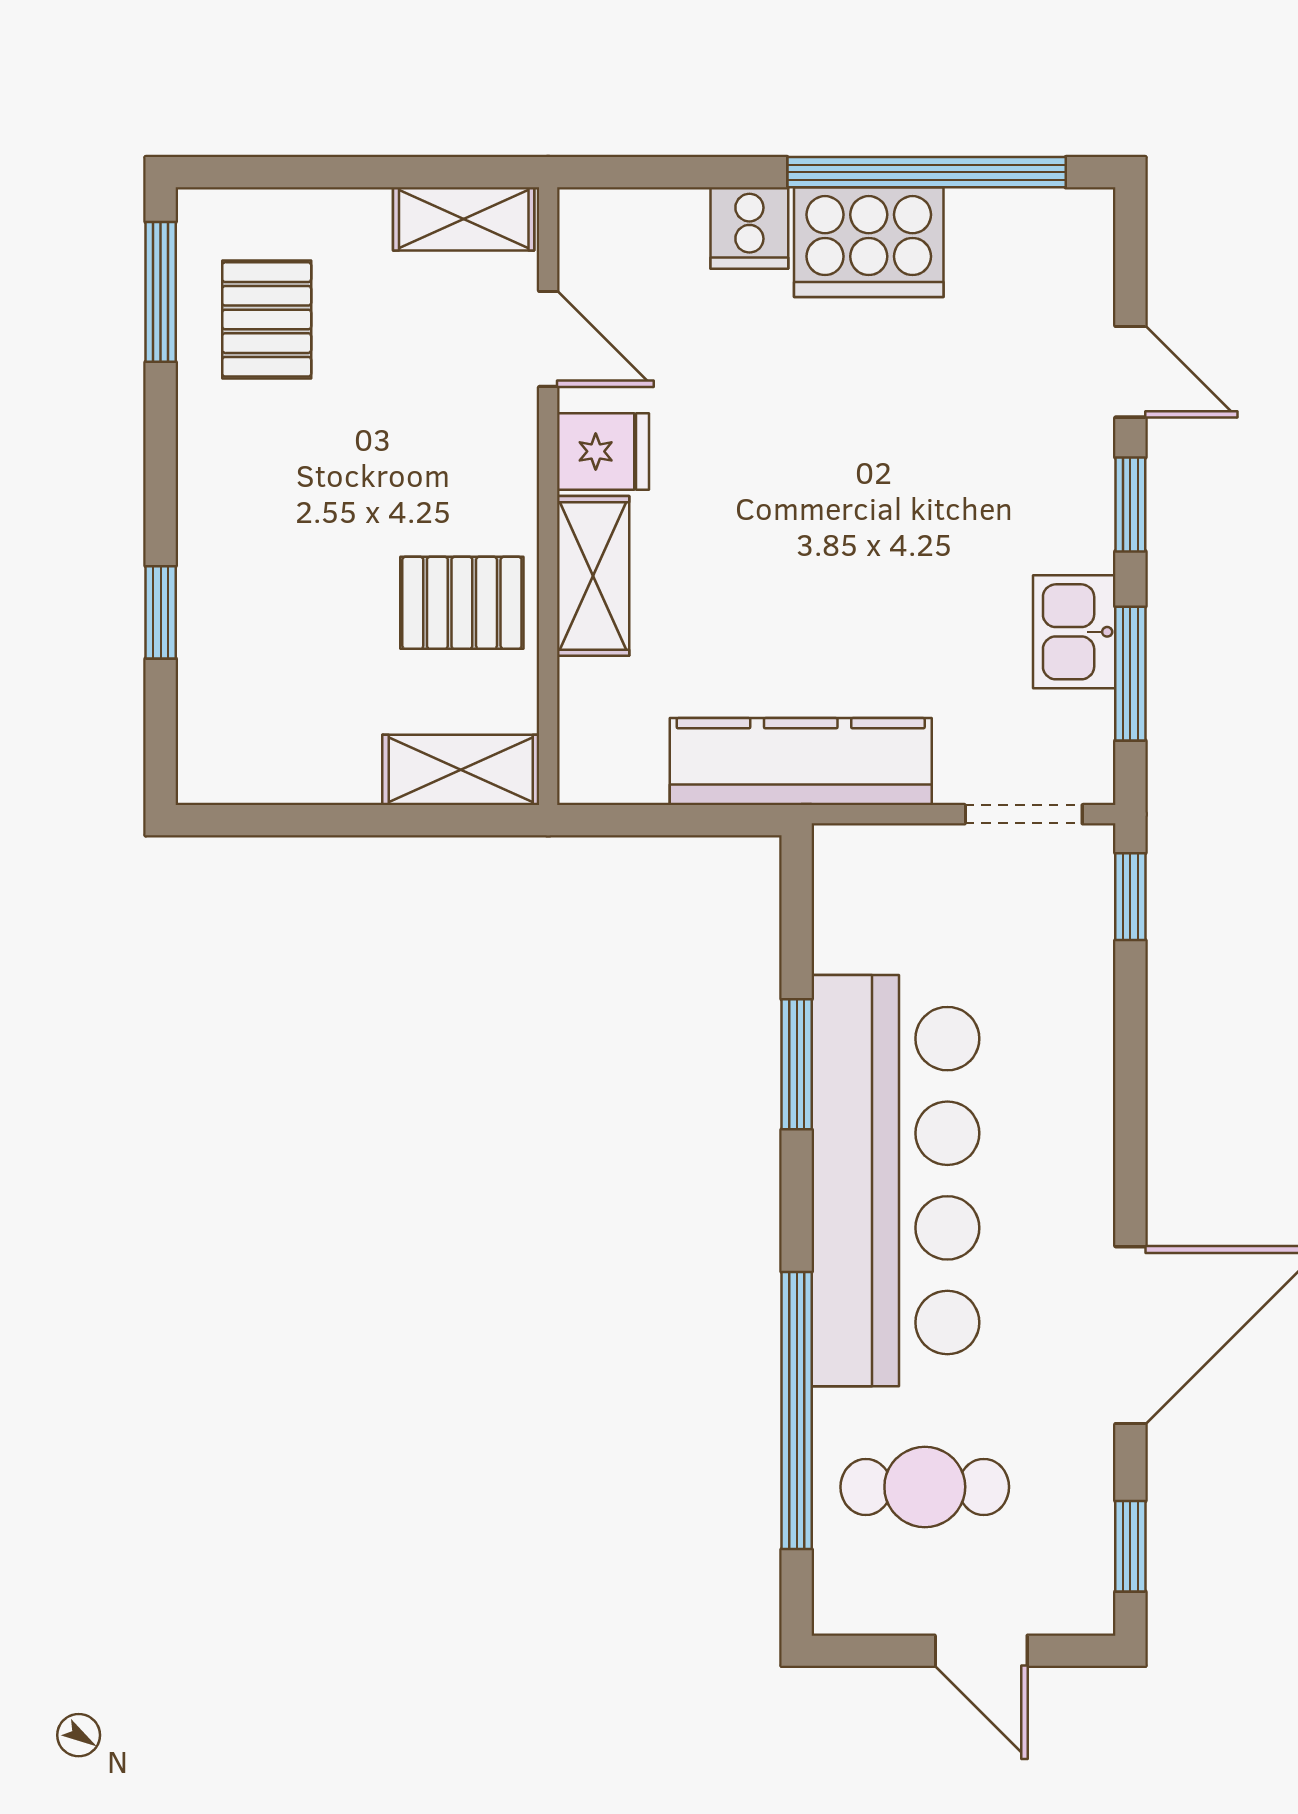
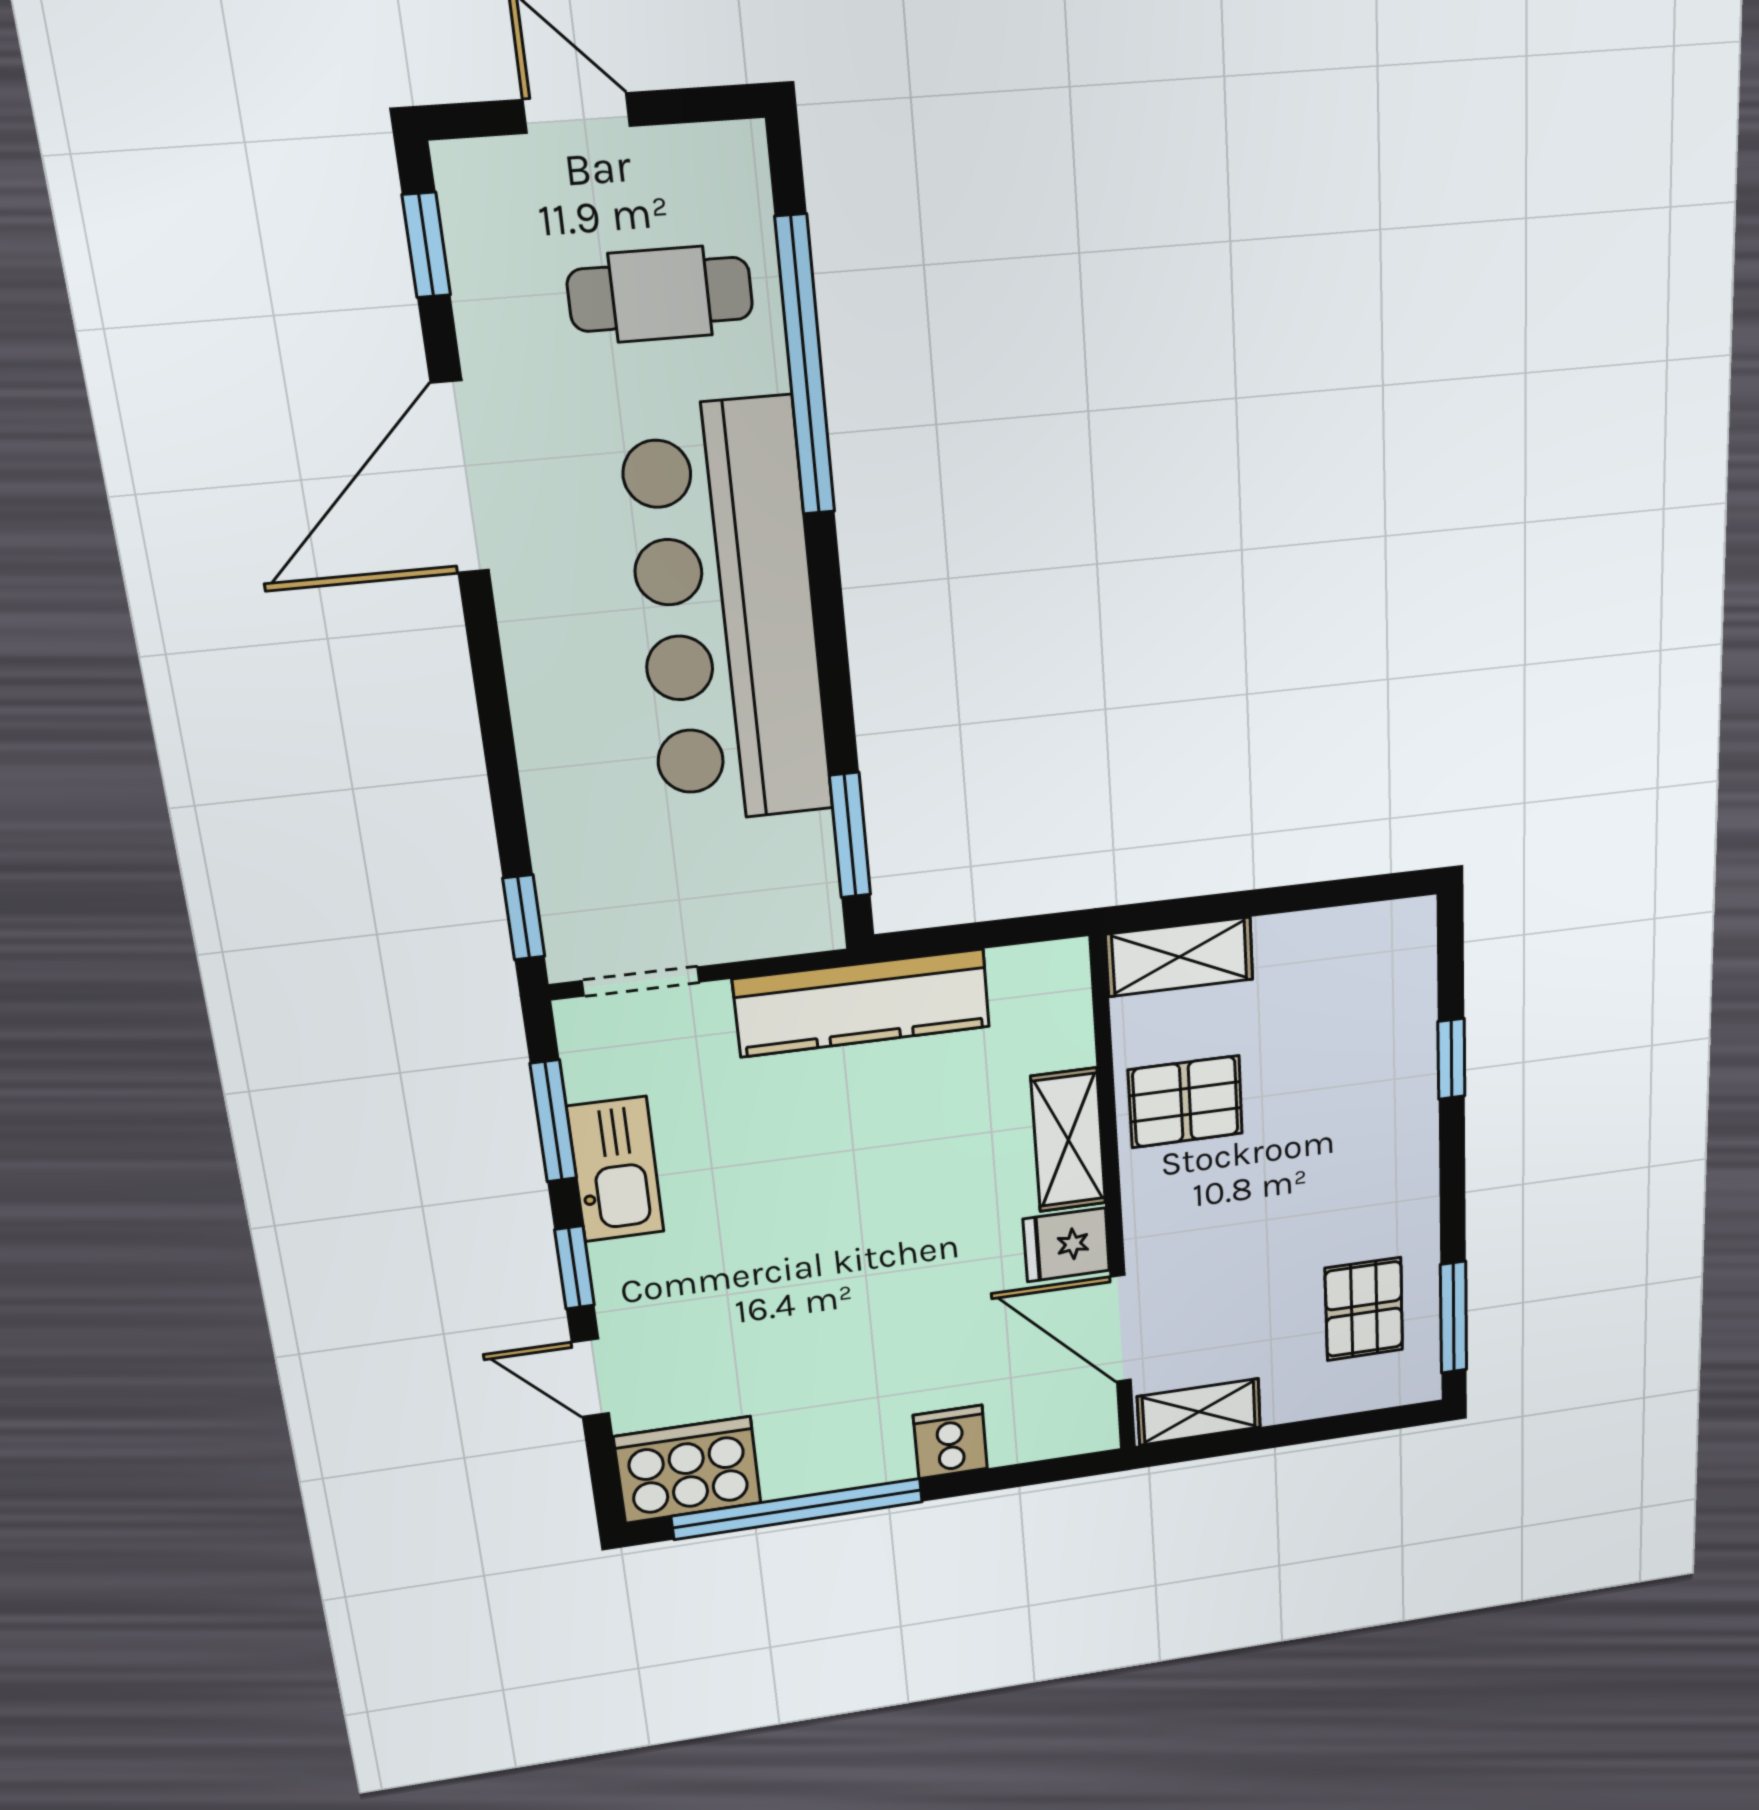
cooker: (869, 242) -> (688, 1470), moved
door: (548, 339) -> (1121, 1329), width x1.38
kitchen sink: (1074, 632) -> (615, 1169), width x1.38
window: (797, 1064) -> (850, 835), moved

